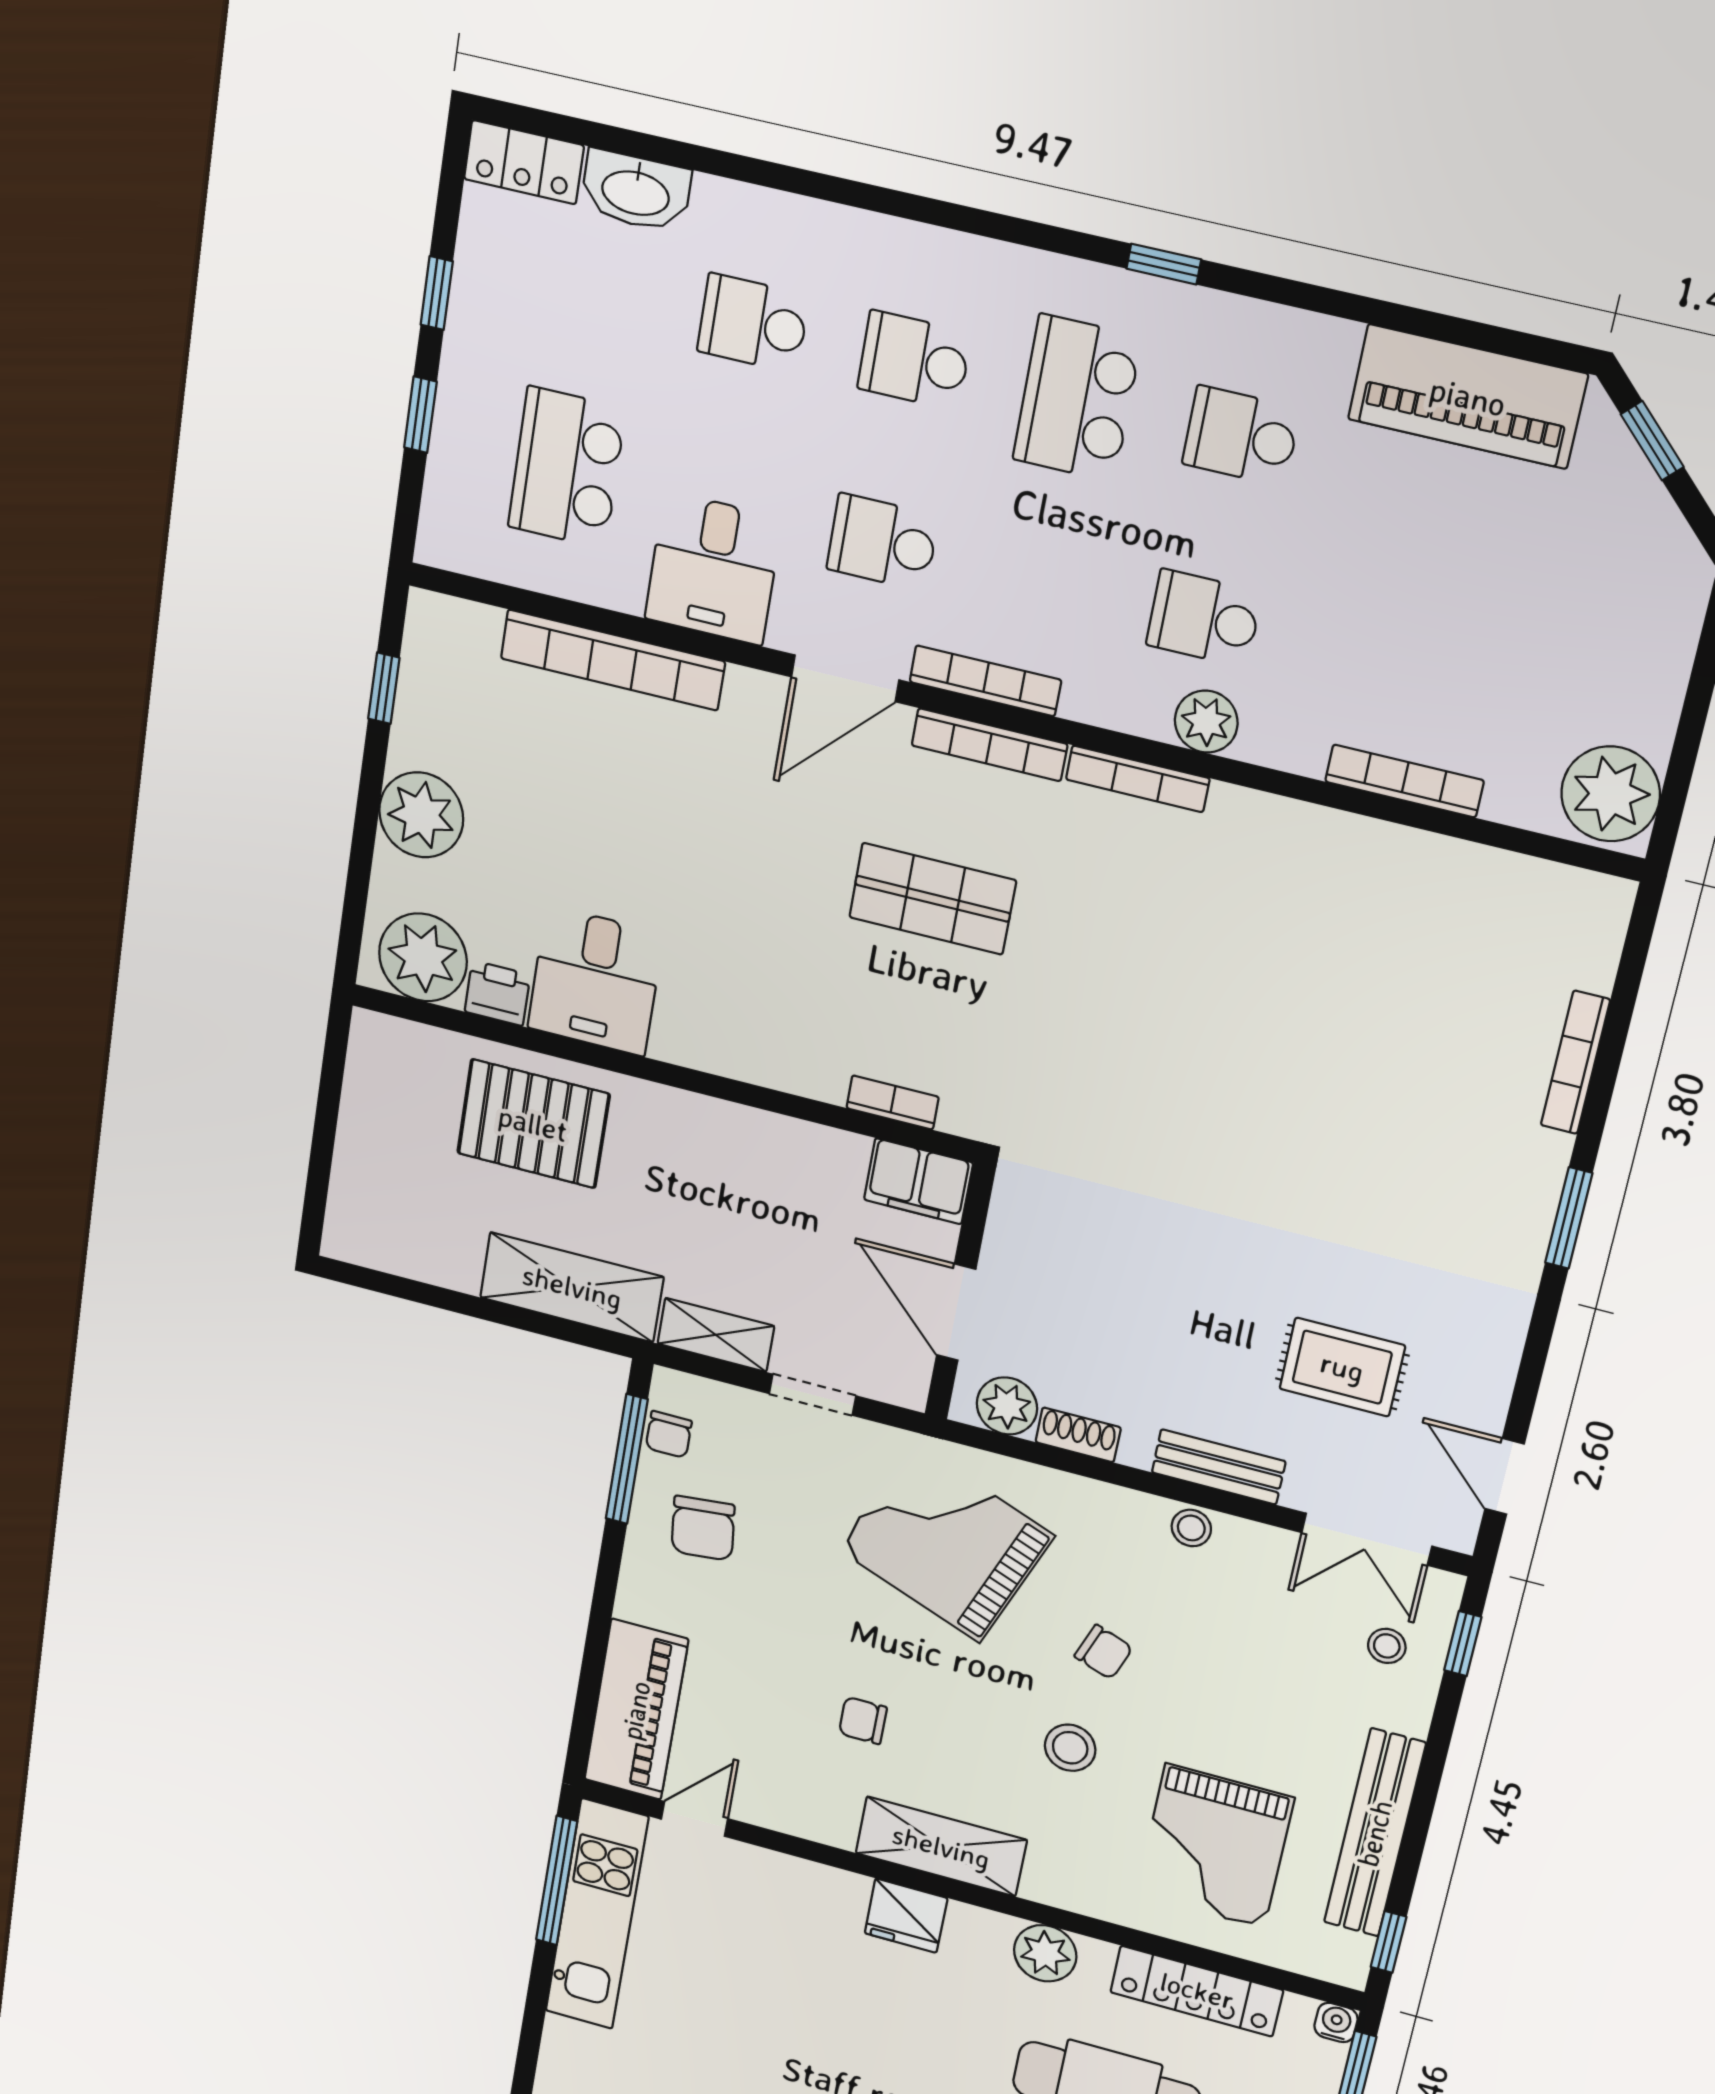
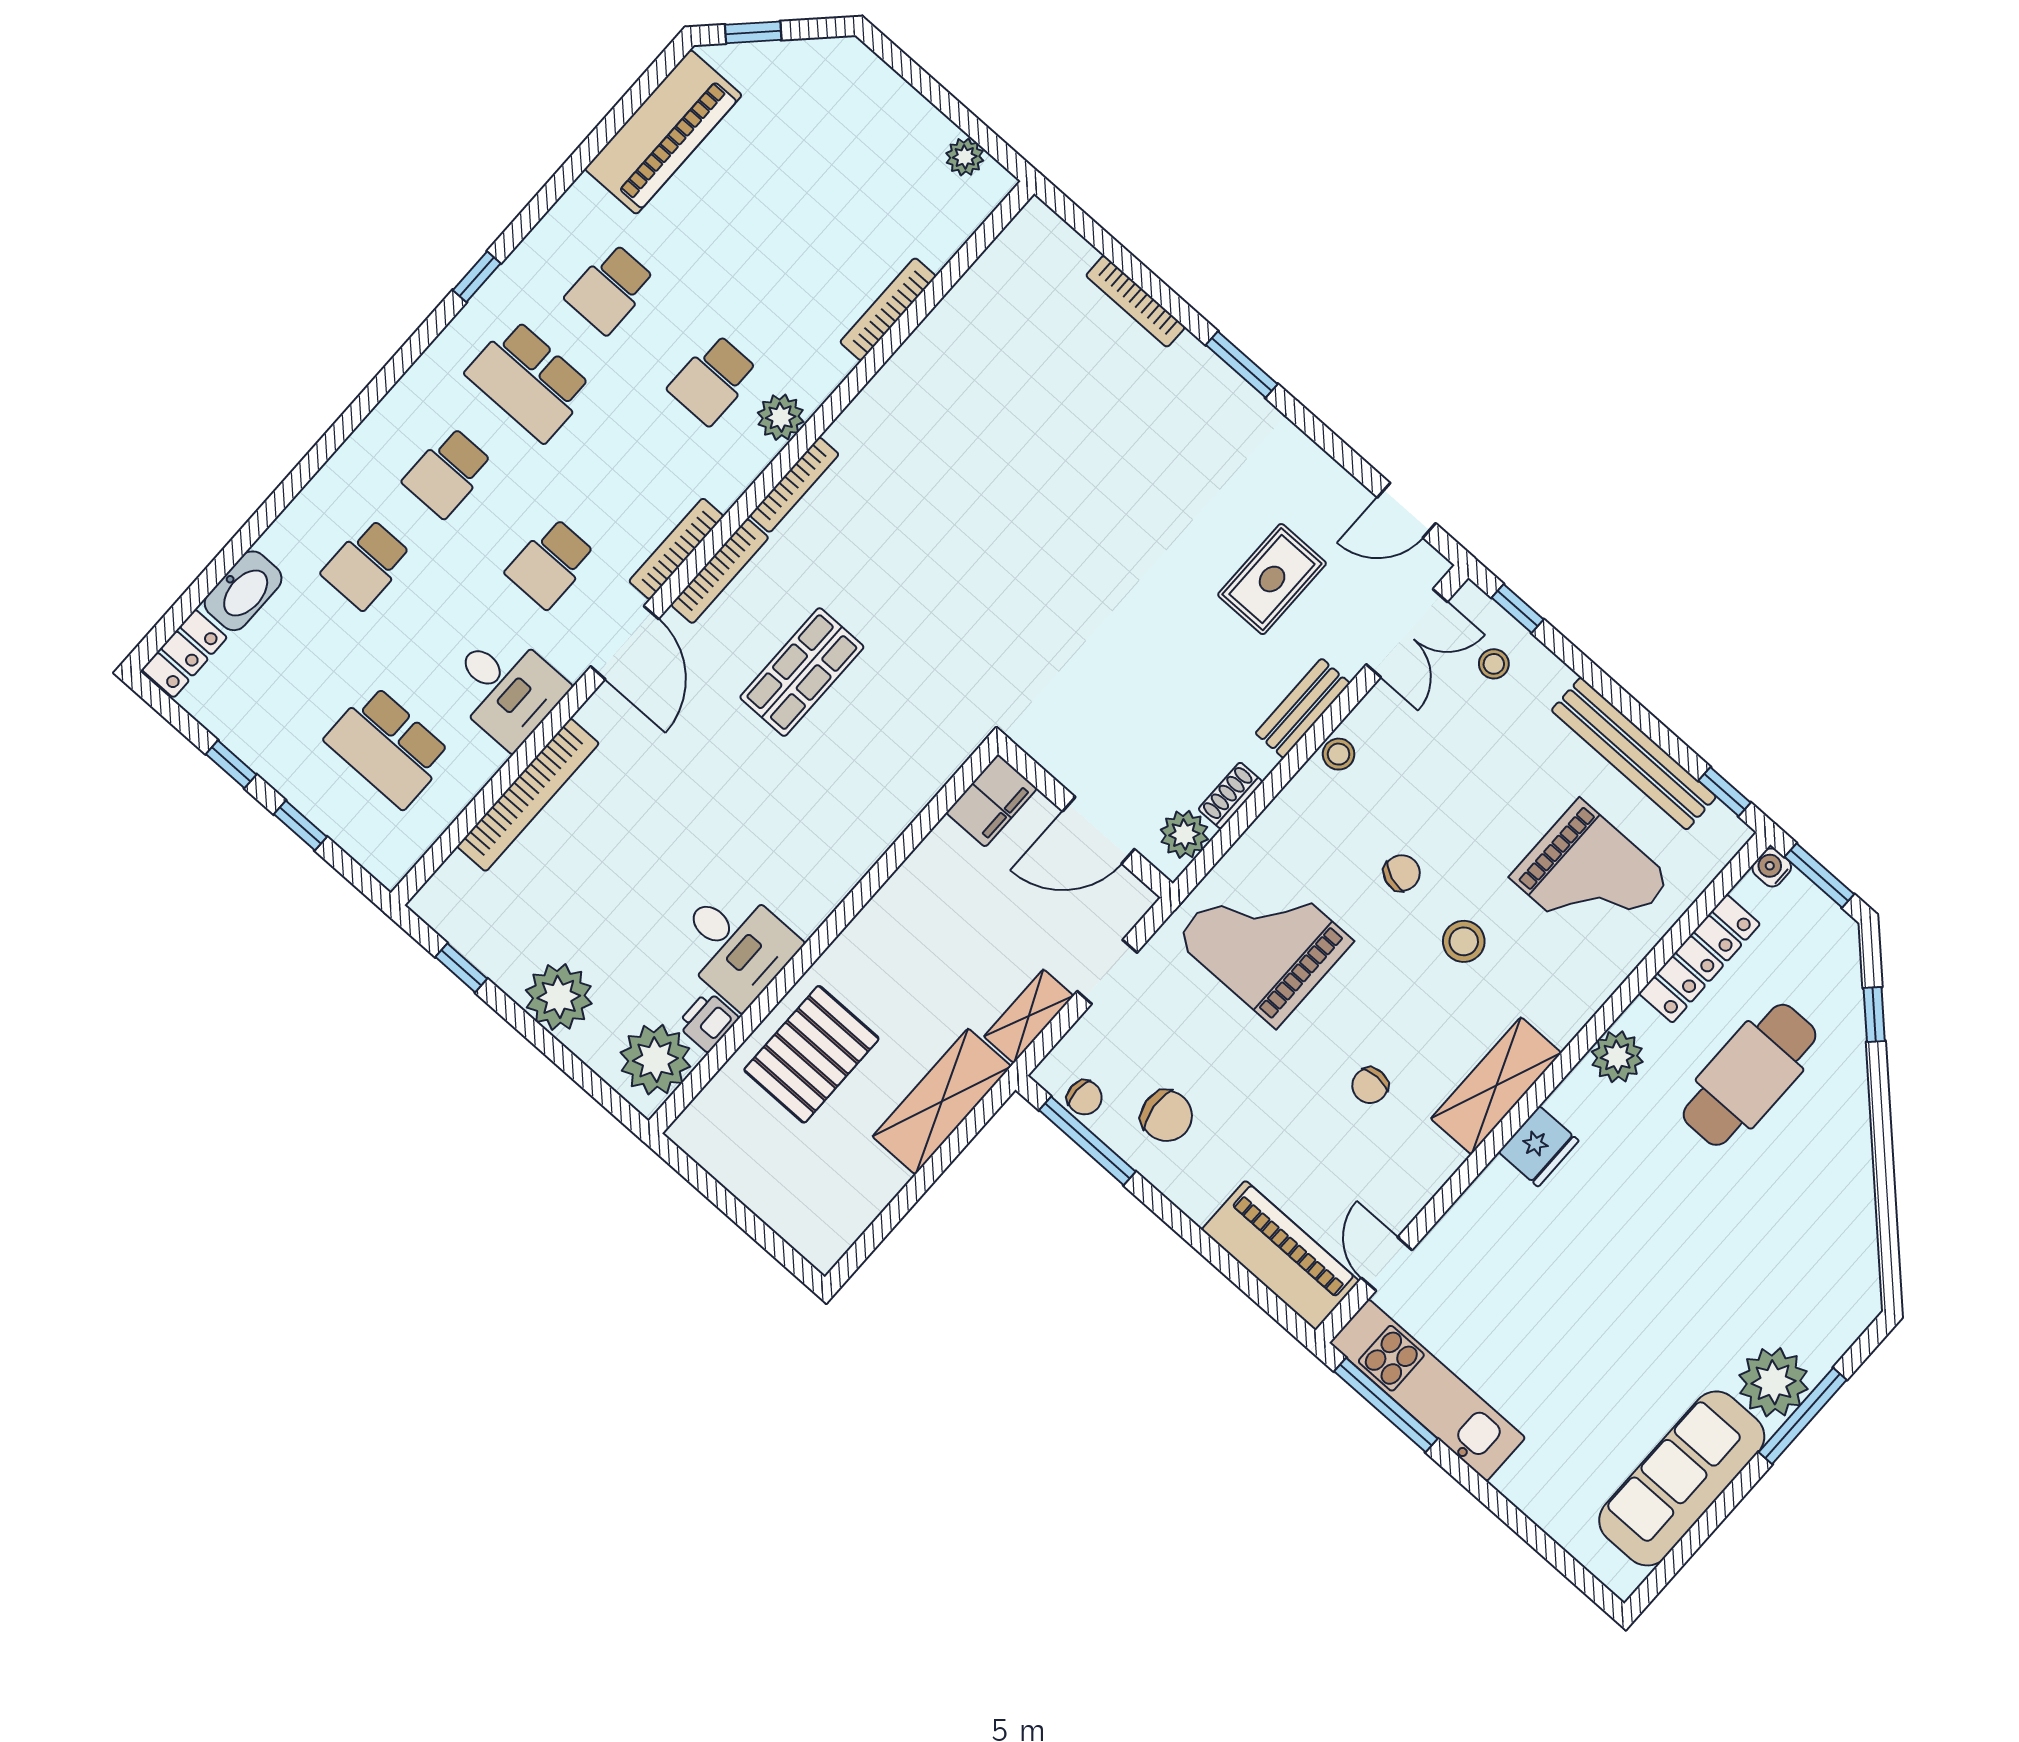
plant: (1611, 794) -> (965, 157), width x0.53, depth x0.53
bookcase: (893, 1103) -> (927, 785), removed
grand piano: (946, 1543) -> (1264, 940), turned 69

